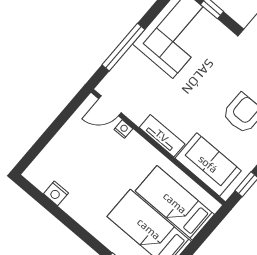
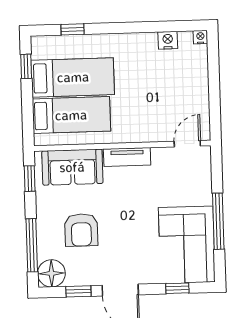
window: (123, 47) -> (218, 221), moved
nightstand: (123, 129) -> (200, 37), moved, turned 180

